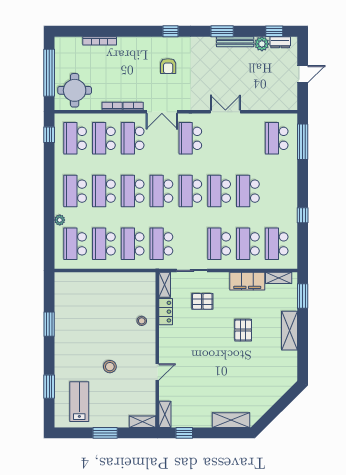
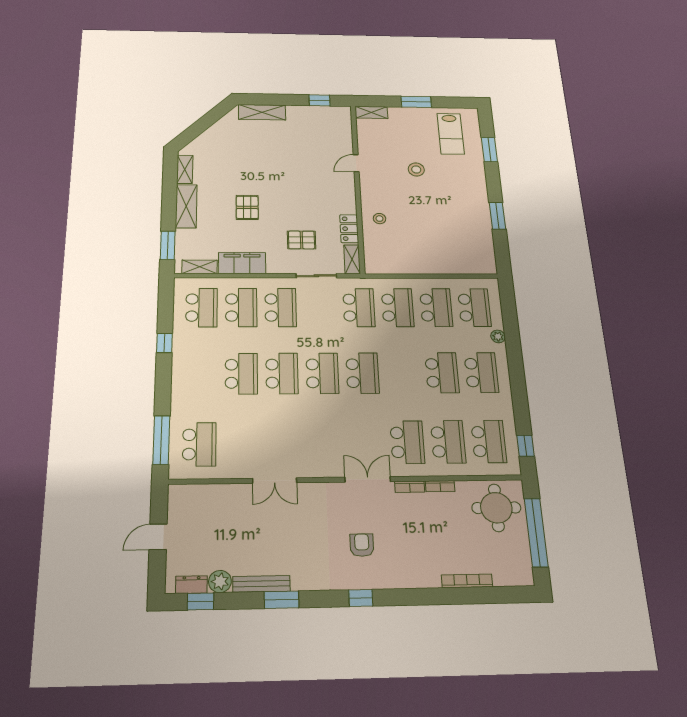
school desk: (190, 138) -> (325, 443), removed
school desk: (133, 191) -> (402, 373), removed
shelving: (165, 414) -> (185, 169), moved

